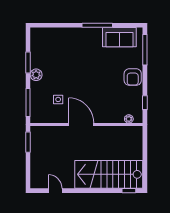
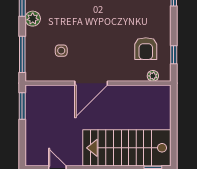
armchair: (133, 77) -> (146, 49), moved
door: (81, 125) -> (91, 83), swing flipped

